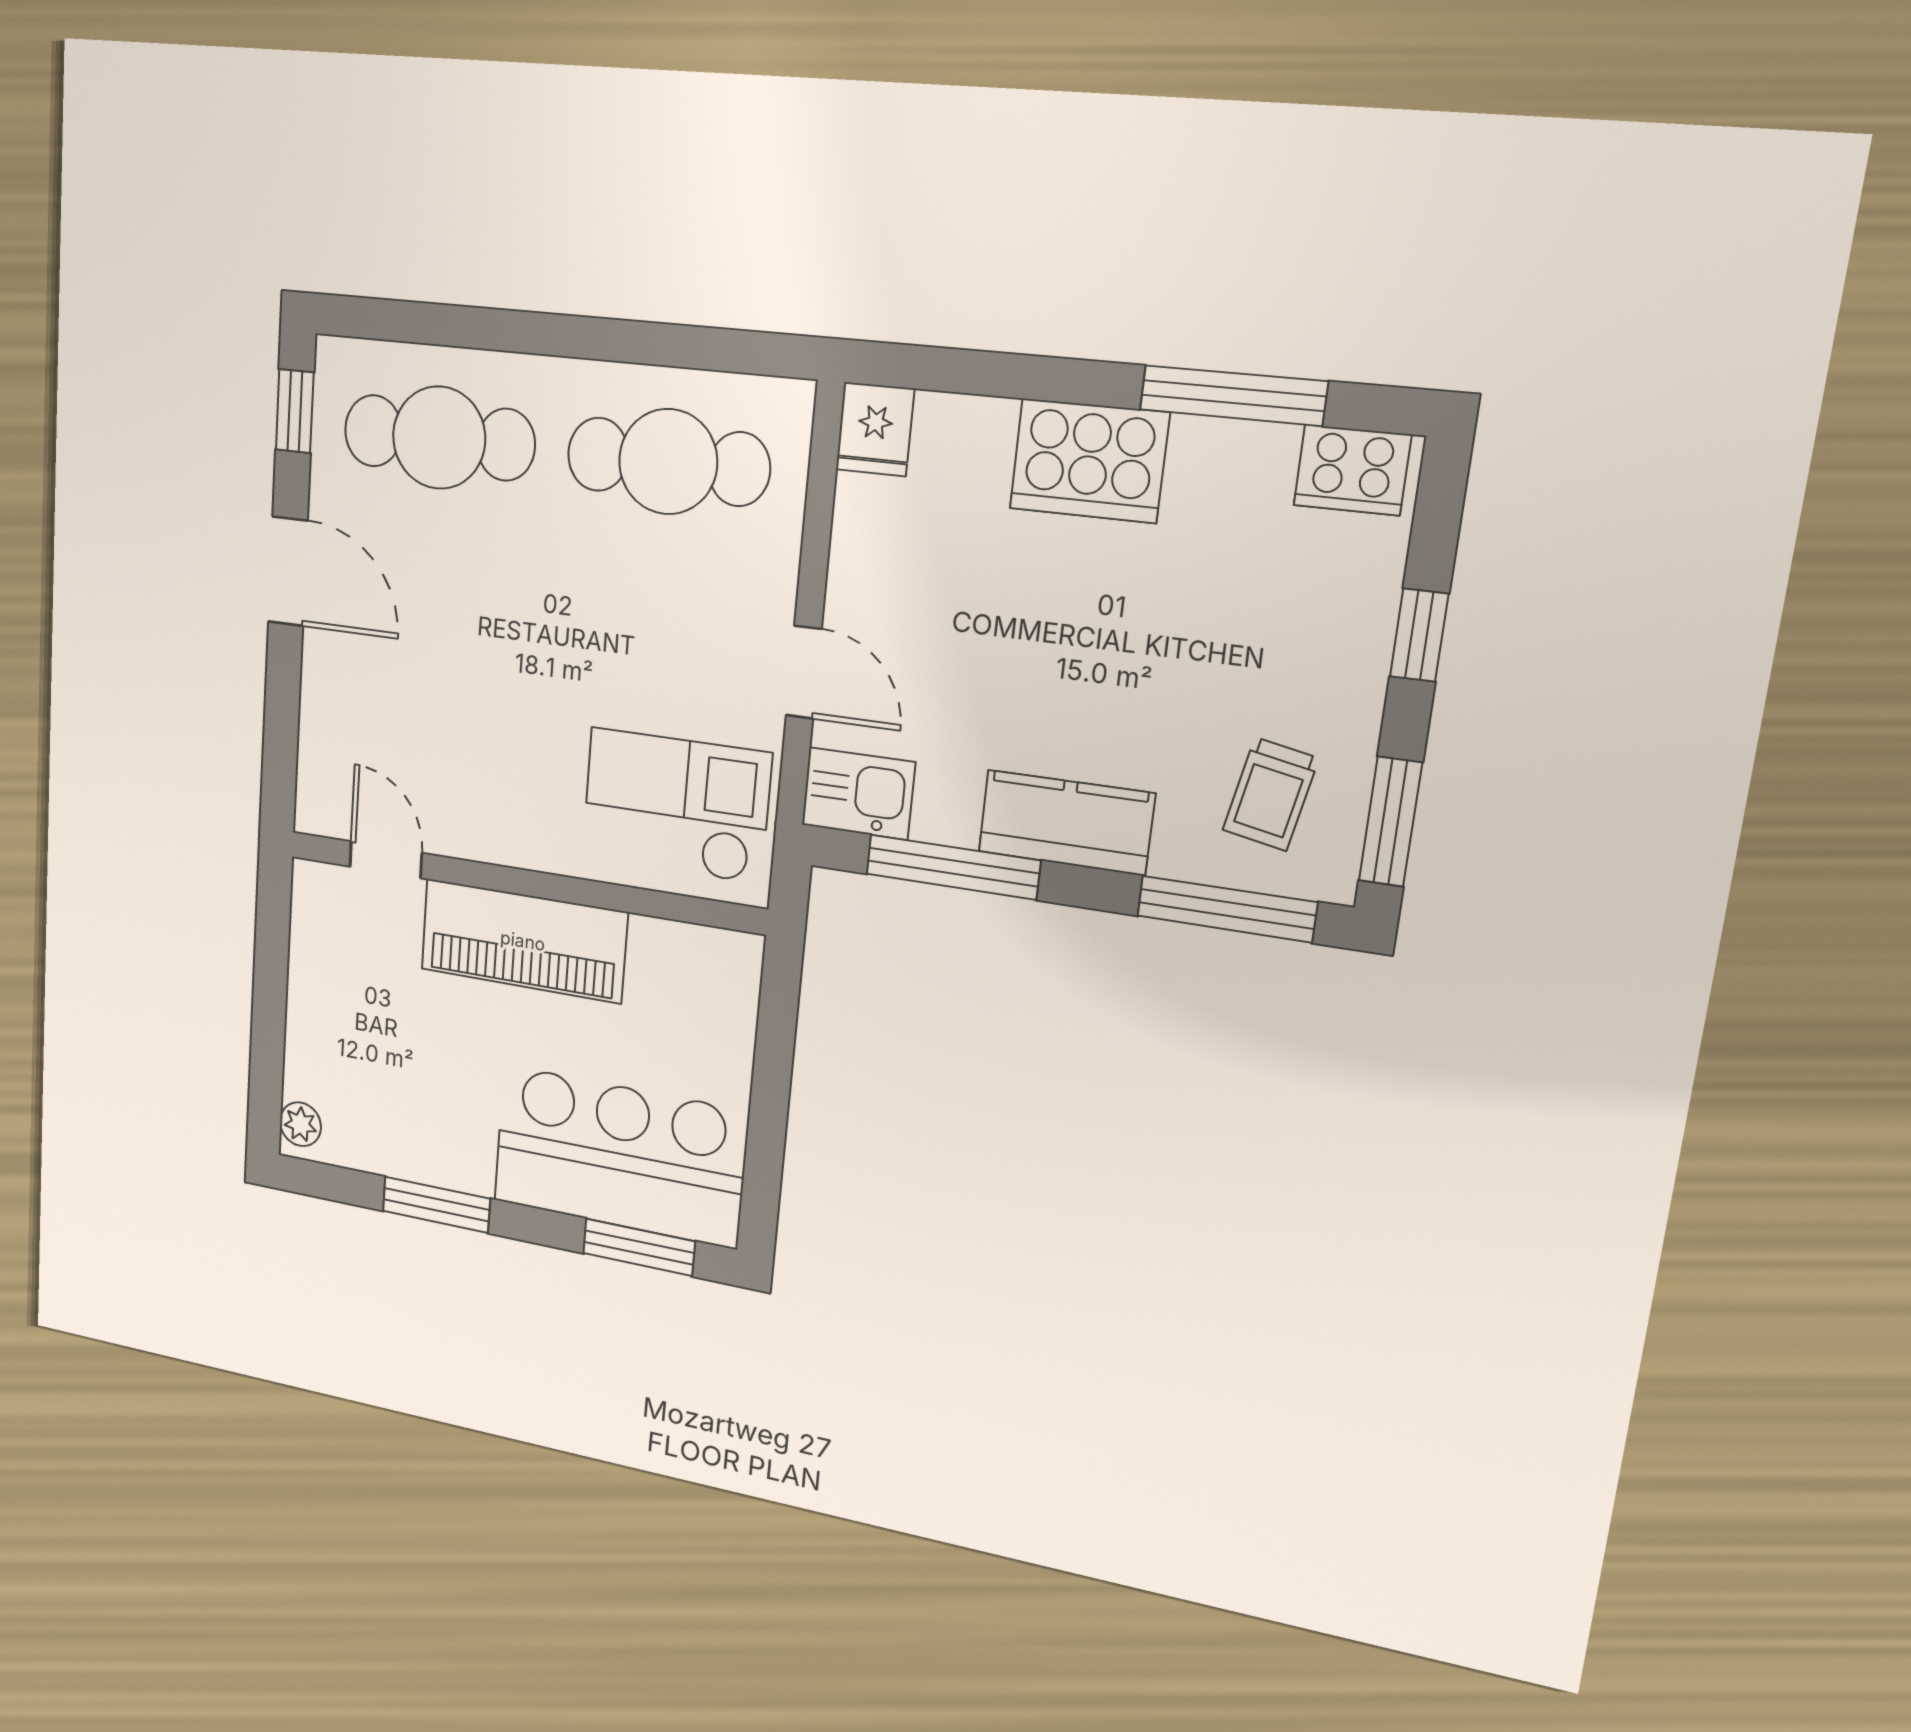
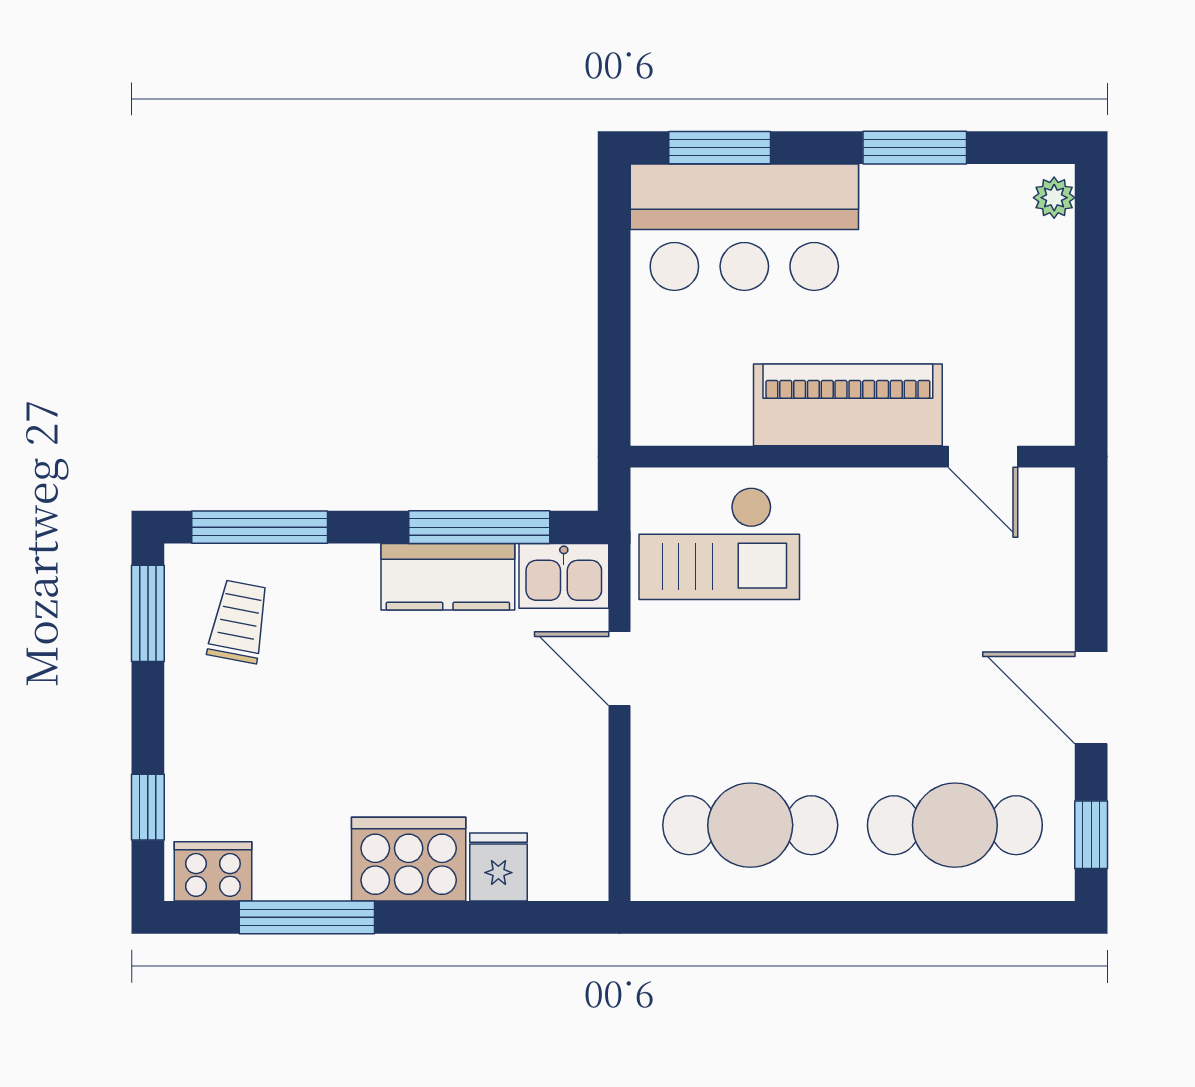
fridge: (875, 429) -> (498, 867), moved
window: (1419, 635) -> (148, 807), moved
kitchen counter: (1066, 823) -> (448, 577), moved

